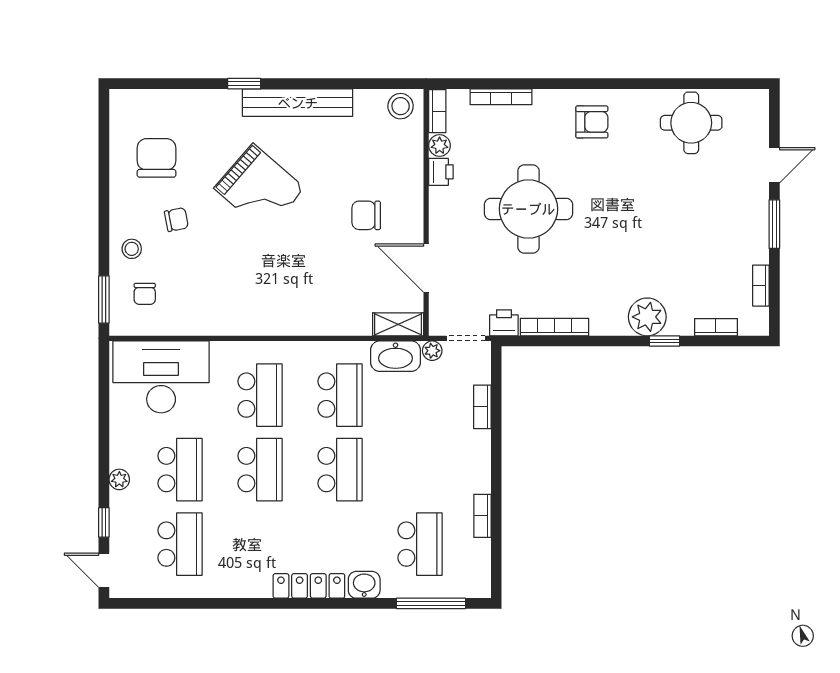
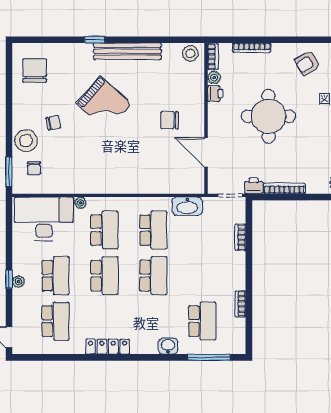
armchair: (592, 122) -> (307, 63), turned 148
chair: (156, 158) -> (35, 71), moved
stool: (132, 249) -> (26, 141), width x1.89, depth x1.89
shelving: (398, 324) -> (189, 187), removed
plant: (432, 351) -> (81, 203), moved
window: (104, 522) -> (9, 279), moved
locker: (309, 586) -> (108, 347), moved

